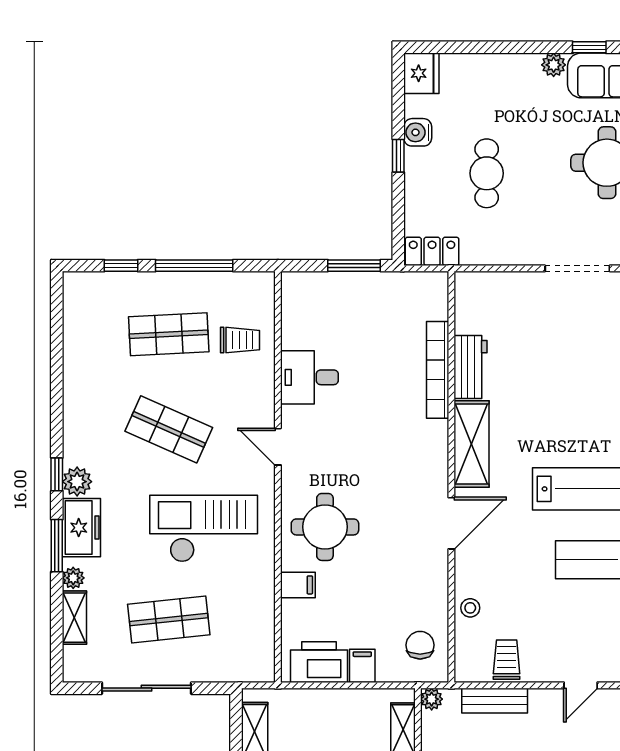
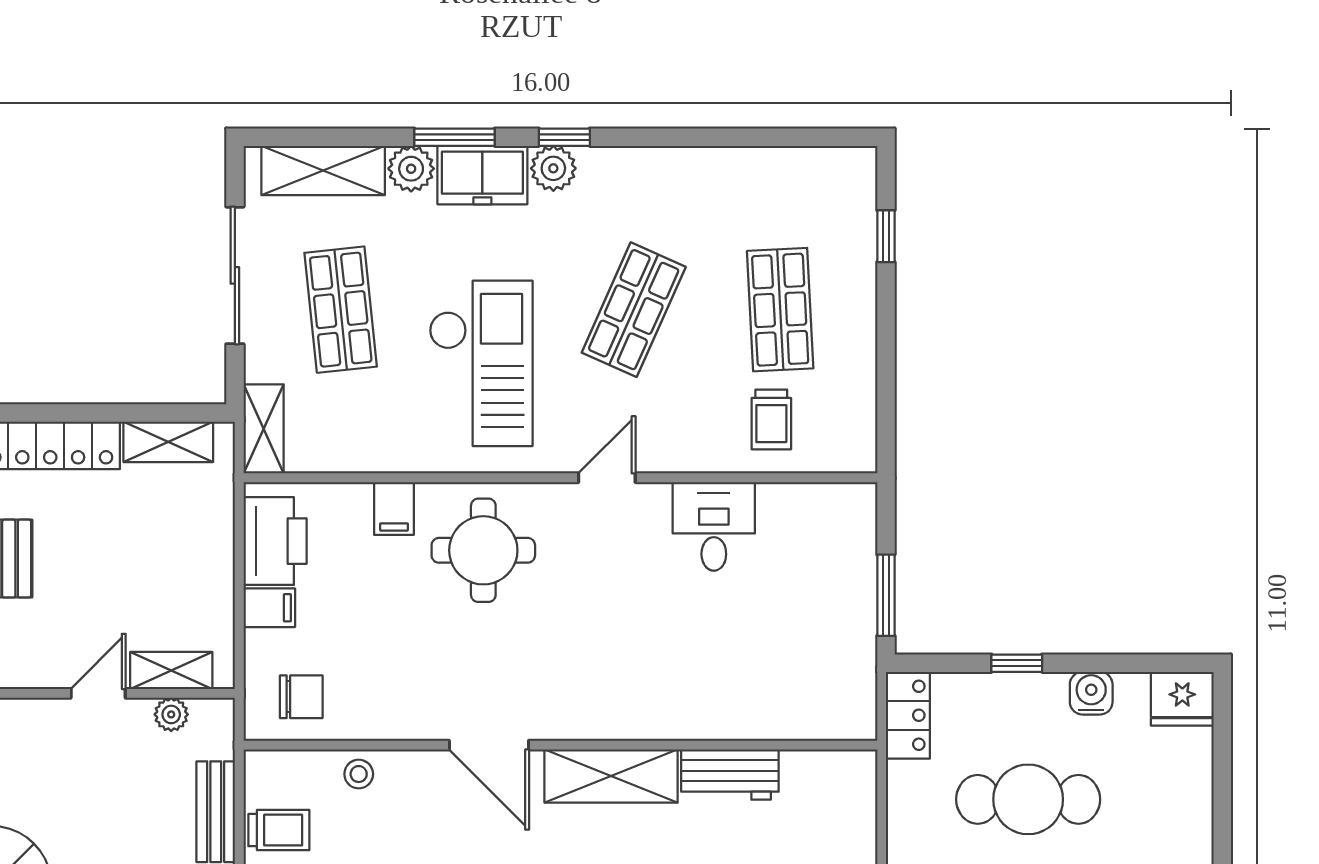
window: (398, 156) -> (1017, 663), moved
cafe table: (487, 173) -> (1028, 799), width x1.37, depth x1.35
window: (194, 266) -> (886, 349), removed
bookcase: (438, 370) -> (725, 724), removed
plant: (73, 578) -> (411, 169), width x1.38, depth x1.38
shelving: (74, 618) -> (323, 170), width x1.50, depth x1.33
shelving: (246, 670) -> (264, 429), added
plant: (432, 699) -> (171, 714), moved

